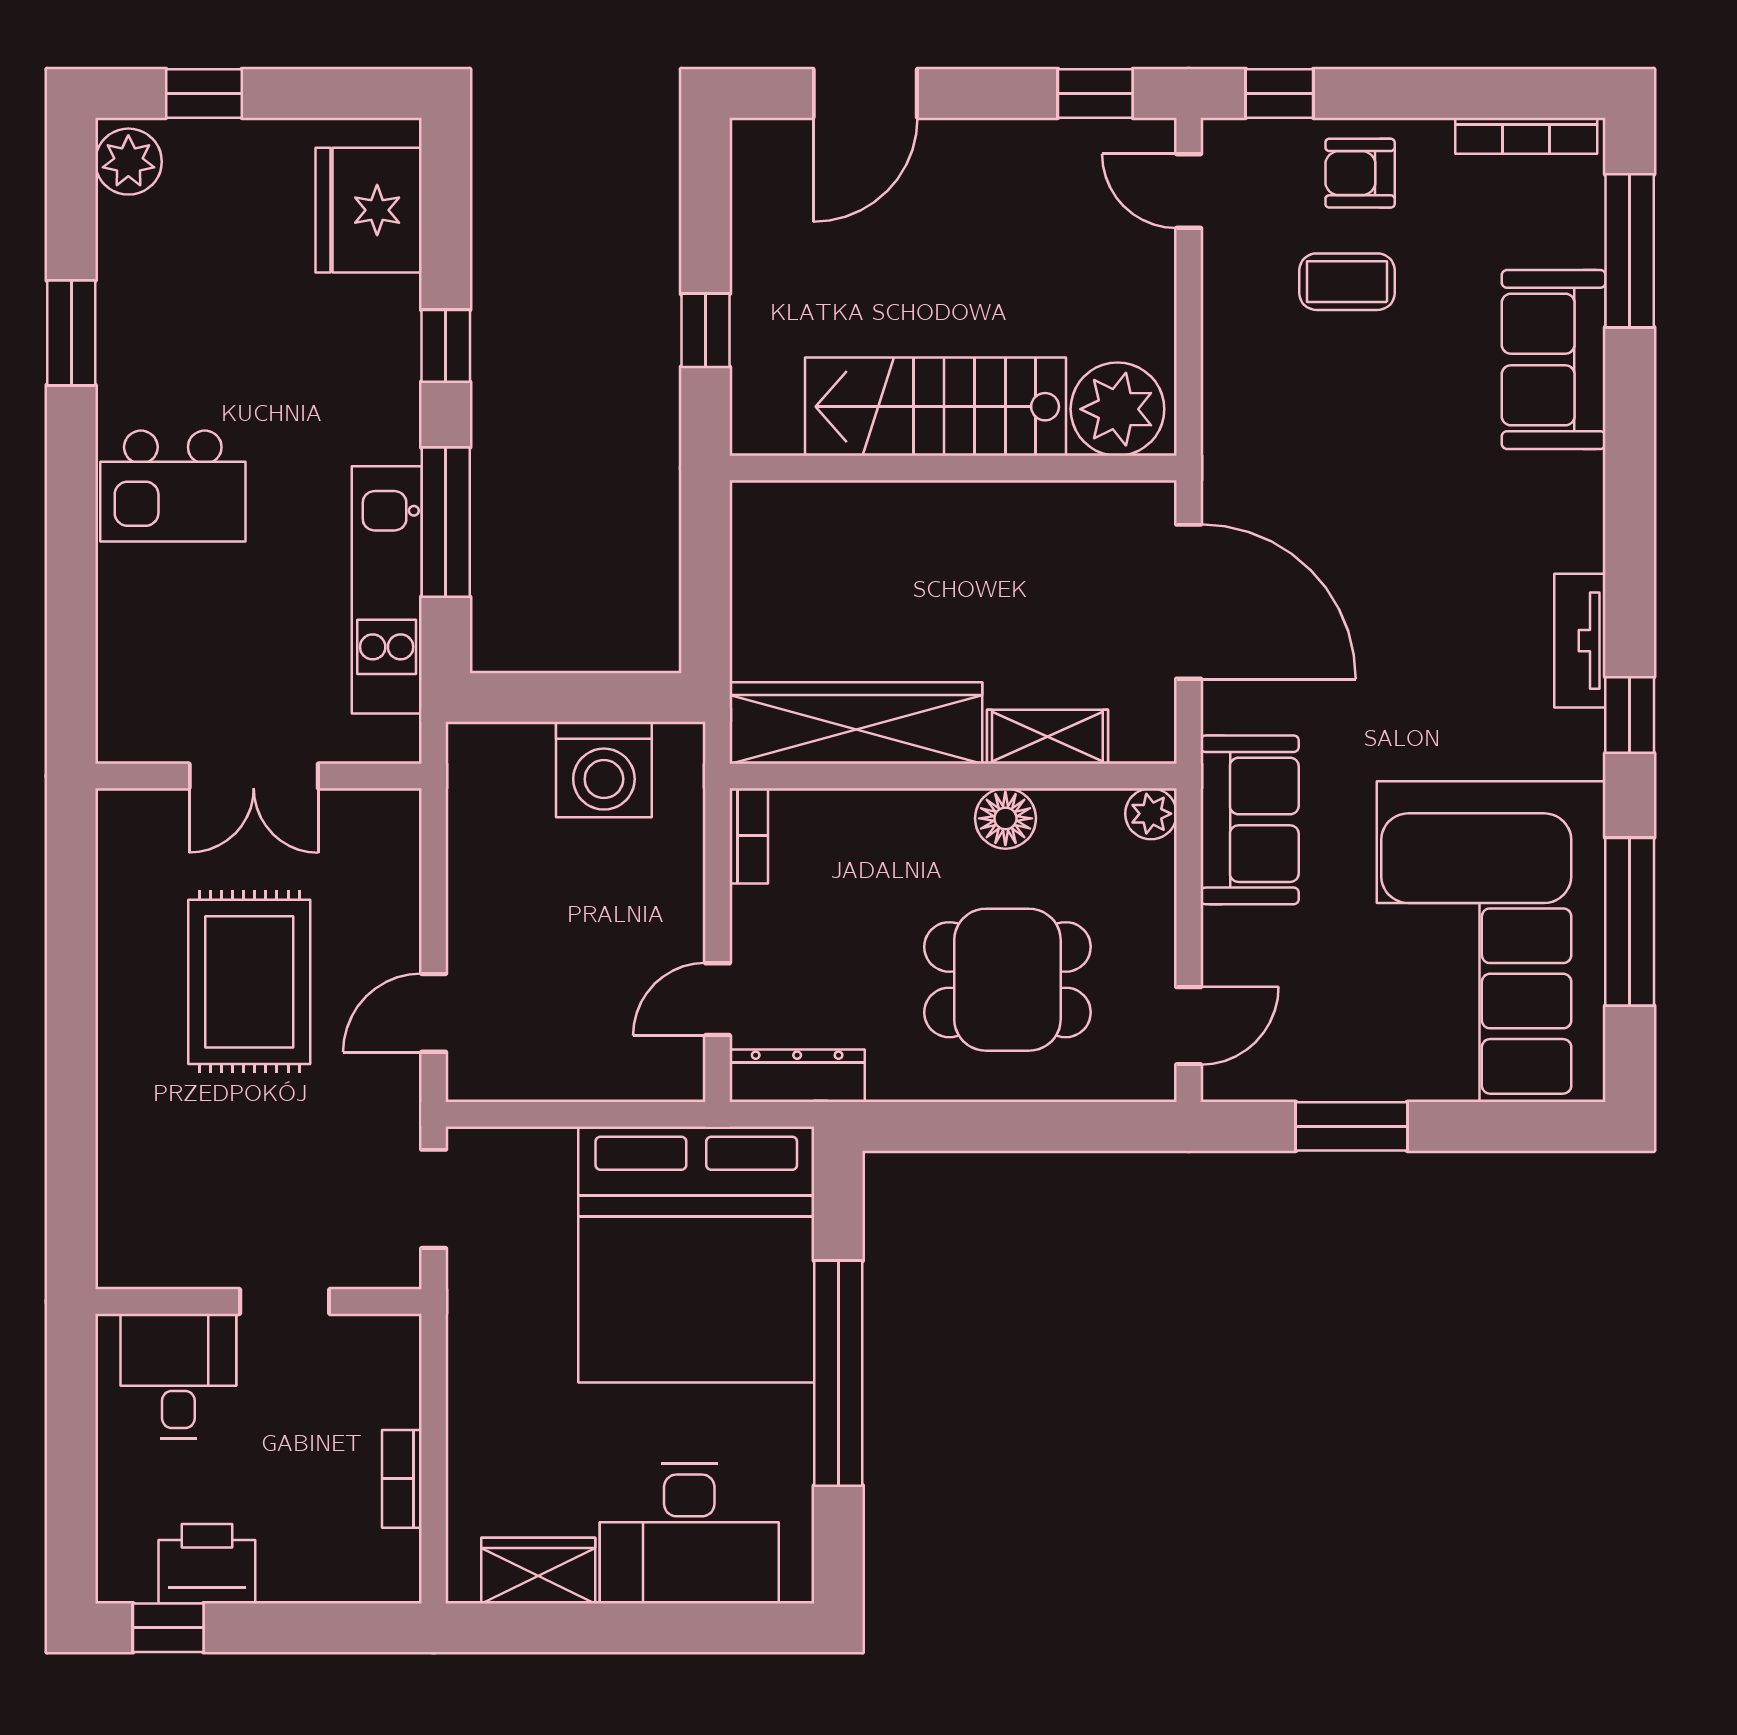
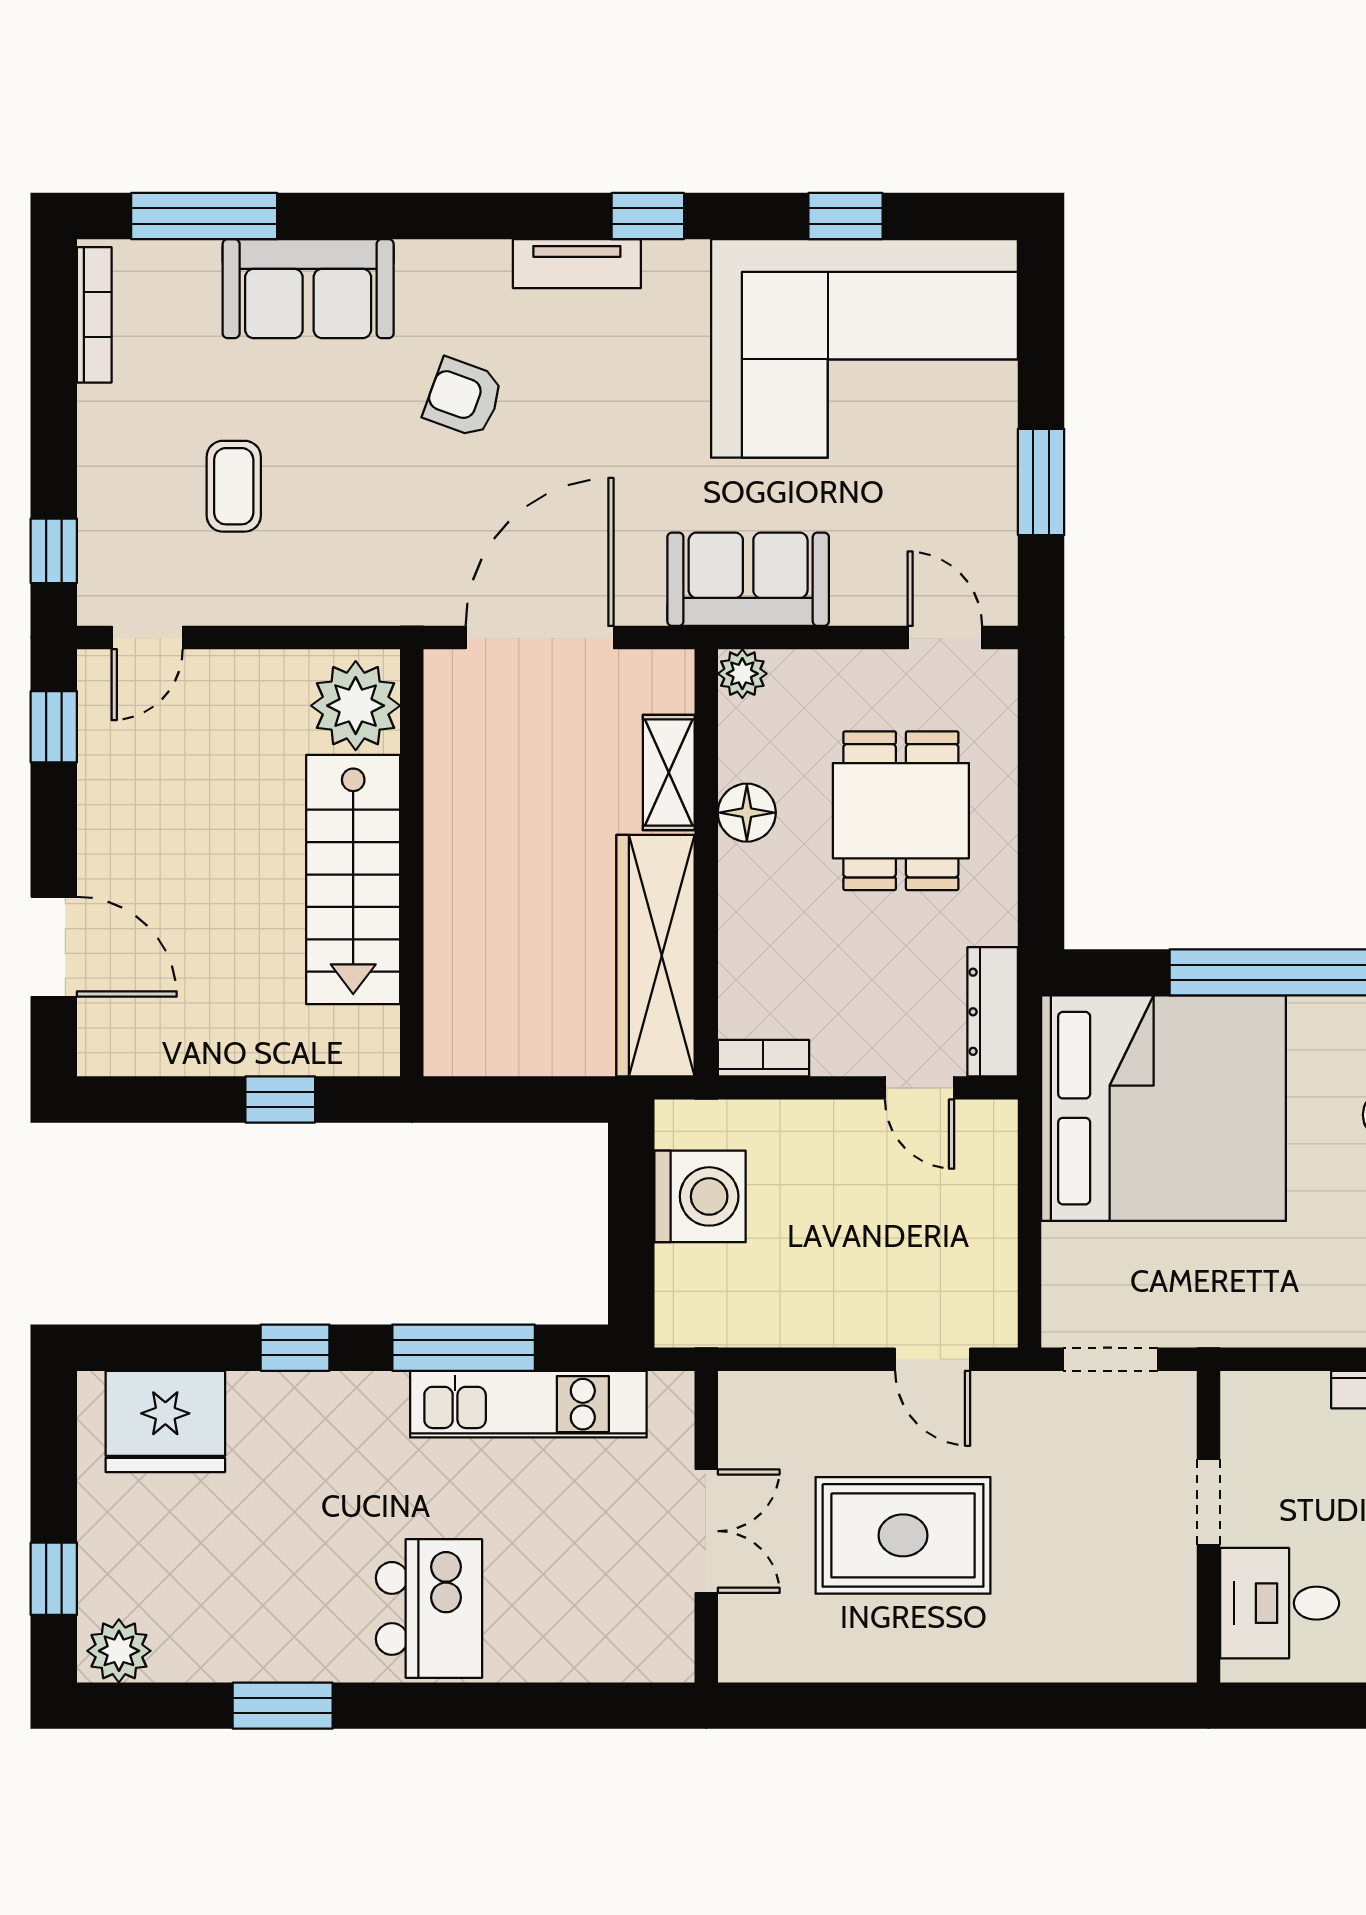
armchair: (1360, 173) -> (464, 398), moved, turned 110
window: (1630, 922) -> (845, 216), width x0.46

